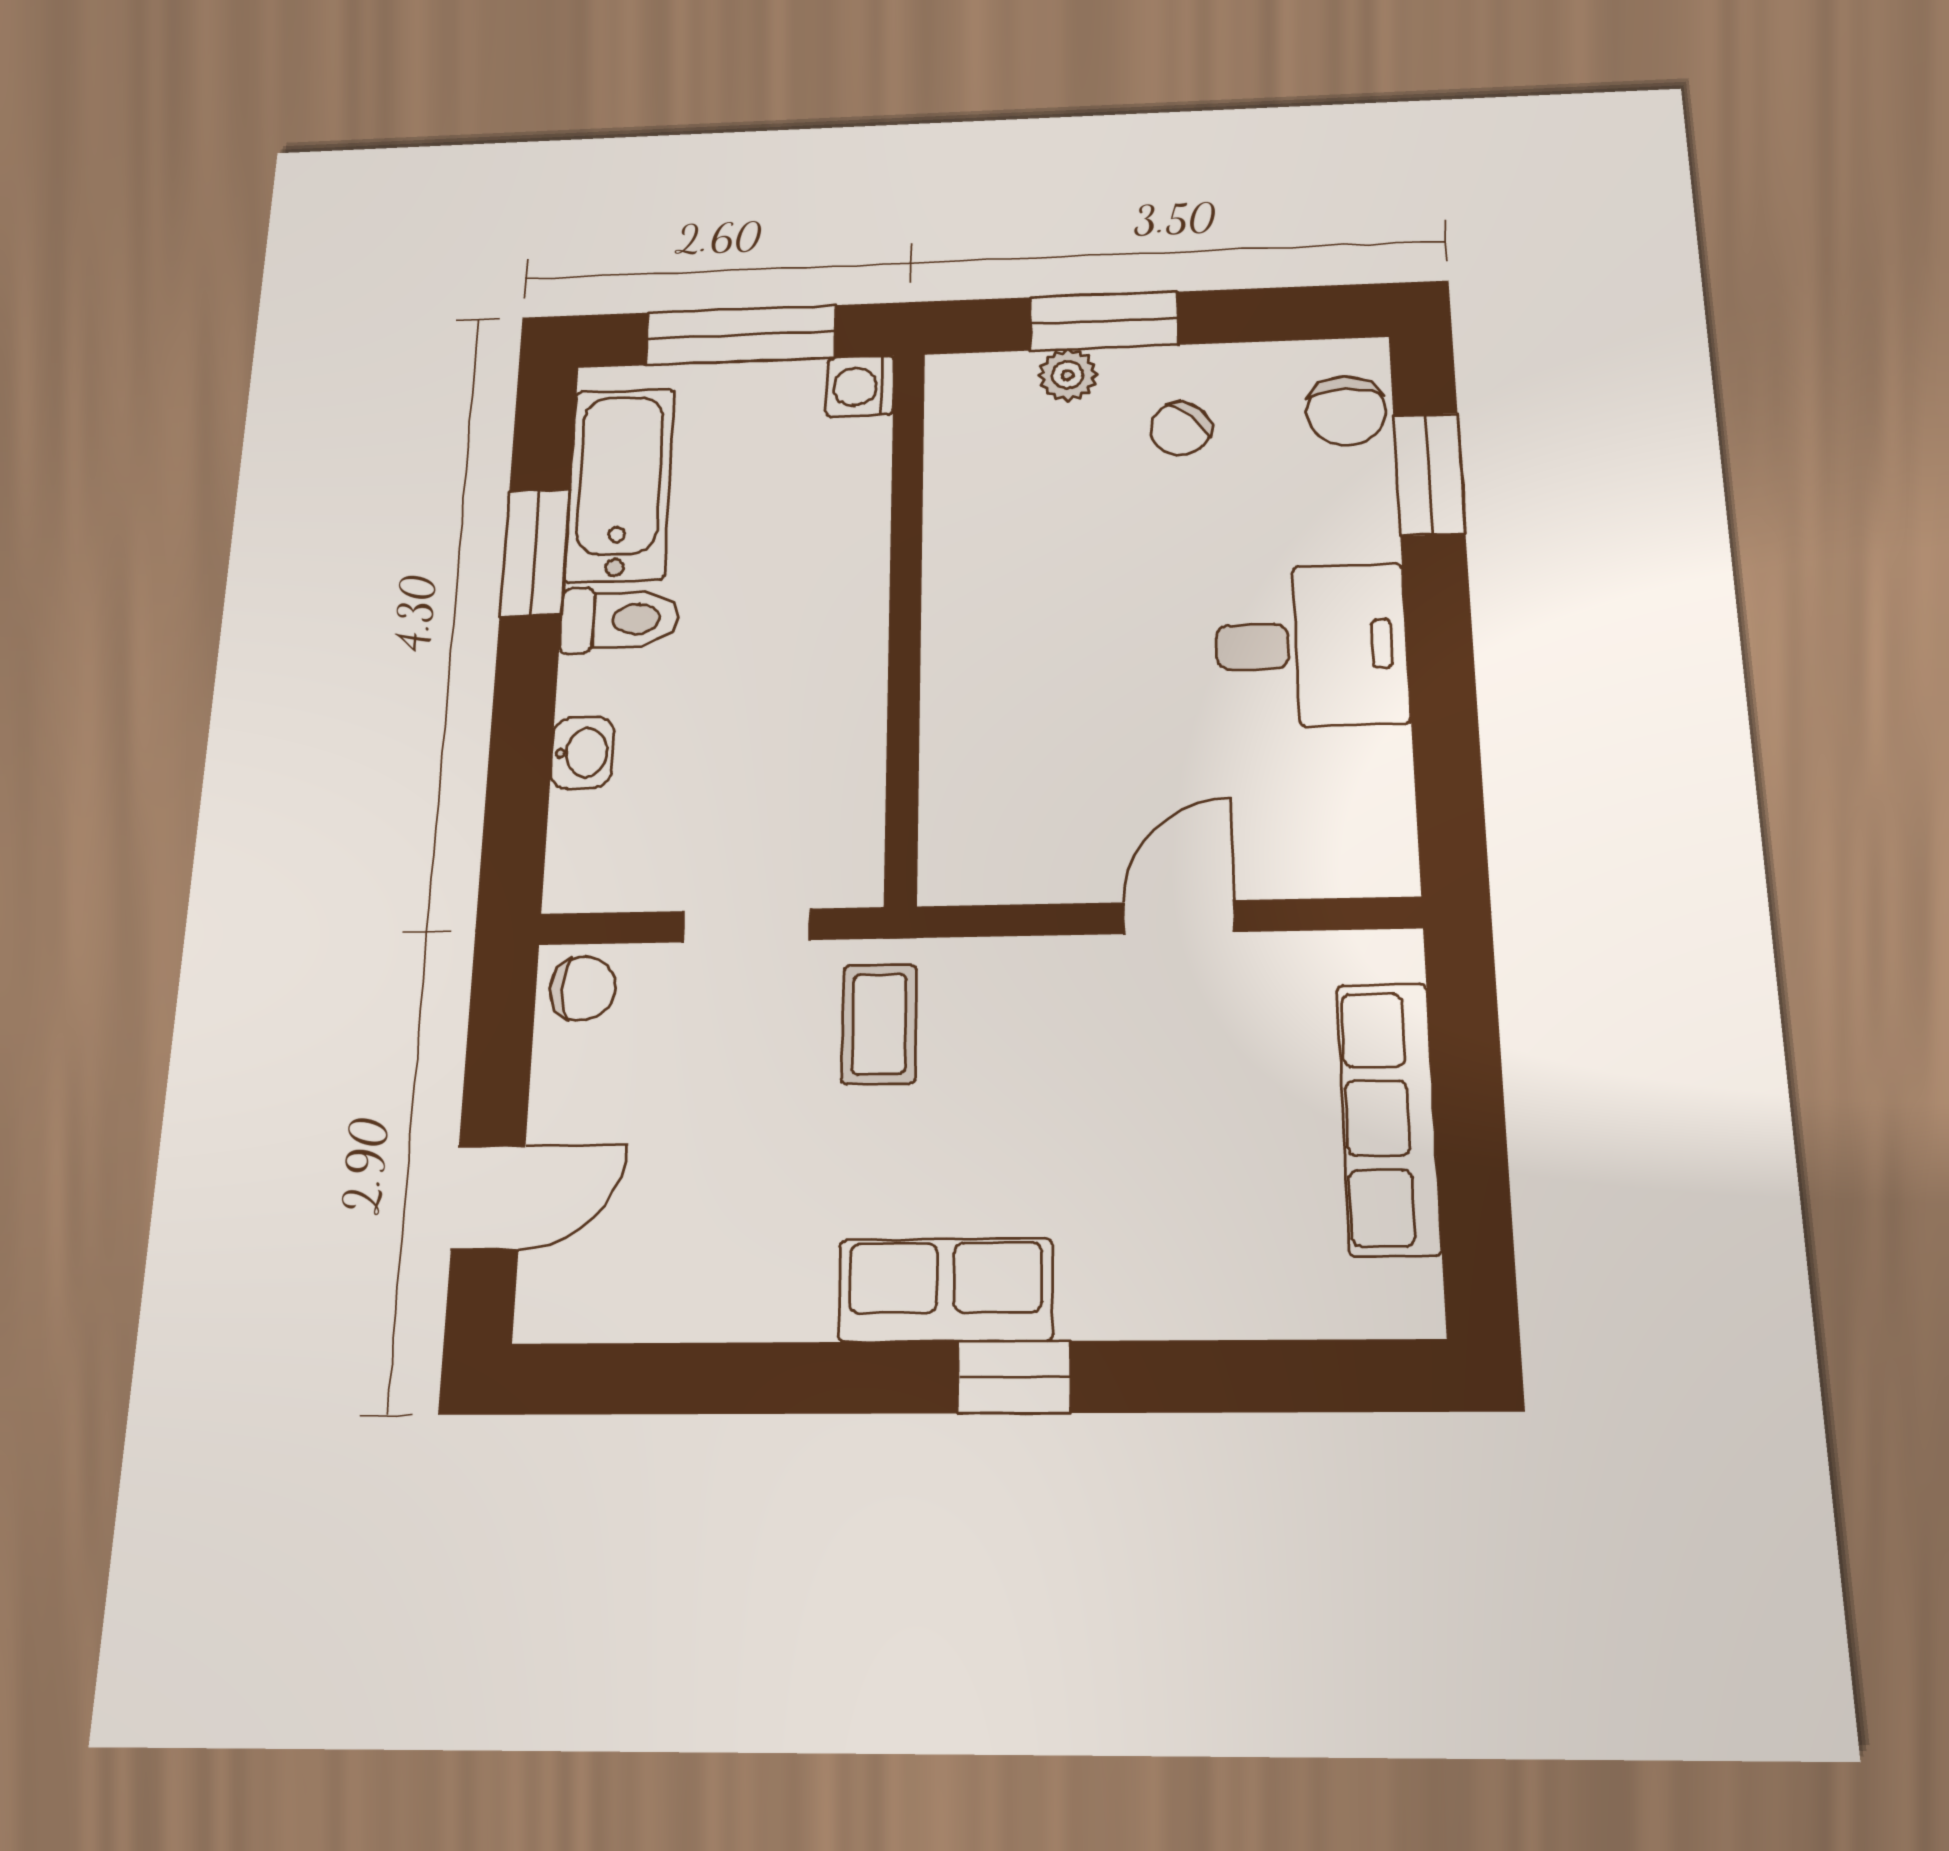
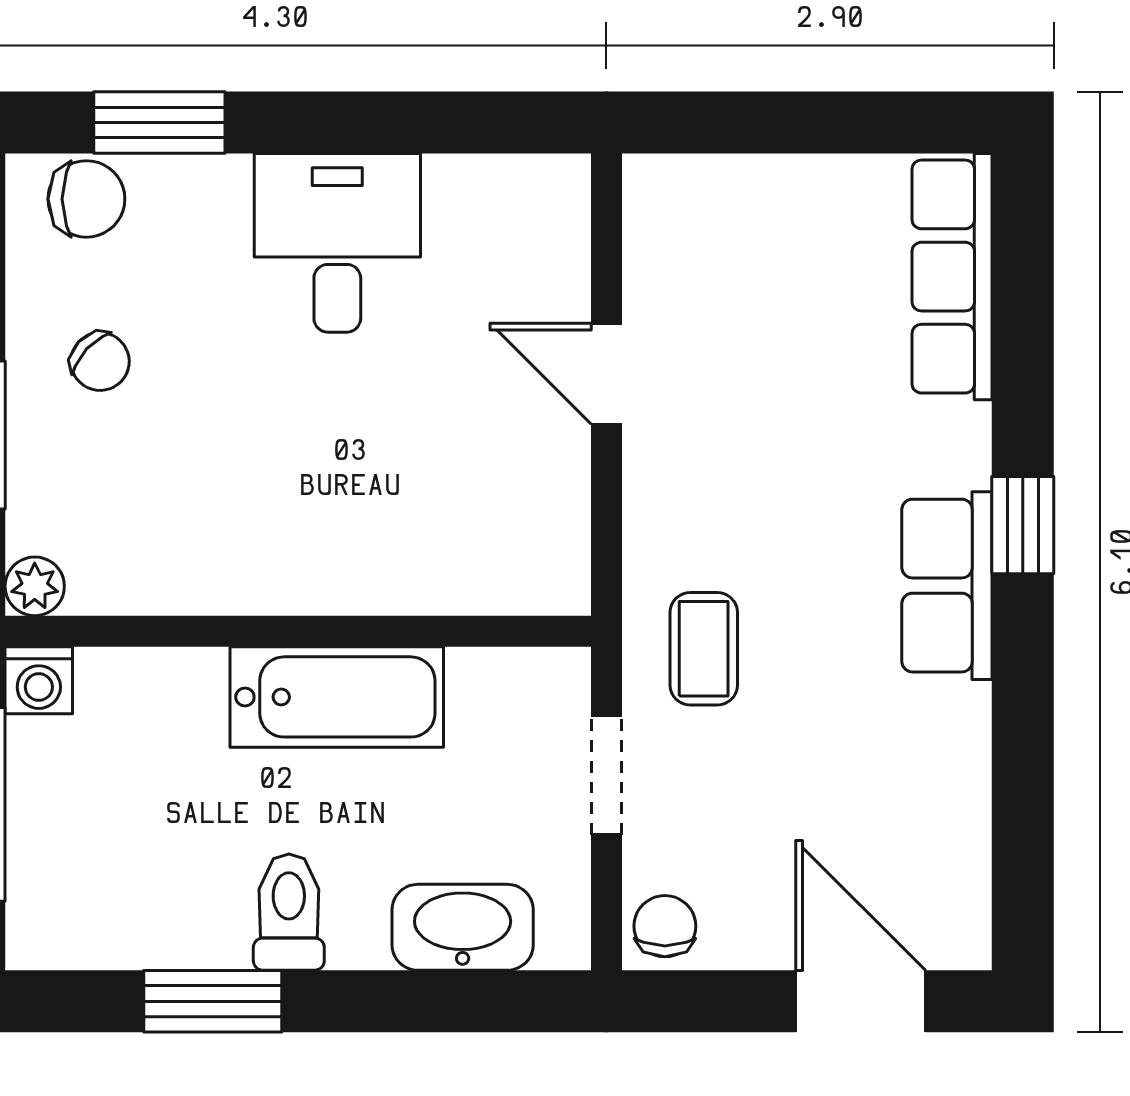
plant: (1068, 375) -> (35, 586), moved
bathtub: (620, 485) -> (337, 697), moved, turned 180
washbasin: (582, 753) -> (463, 927), width x1.91, depth x1.45
coffee table: (879, 1024) -> (704, 649), turned 90
row of seats: (1388, 1118) -> (952, 277), moved, turned 90
door: (488, 1198) -> (861, 1001), width x1.38

